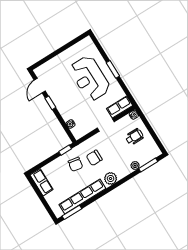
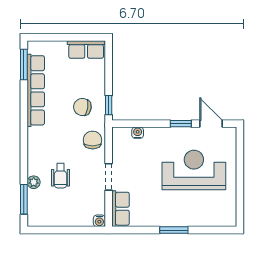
reception desk: (90, 78) -> (194, 170), moved
wheelchair: (134, 137) -> (60, 176), moved
chair: (94, 158) -> (93, 140), moved
plant: (111, 178) -> (36, 141), removed

